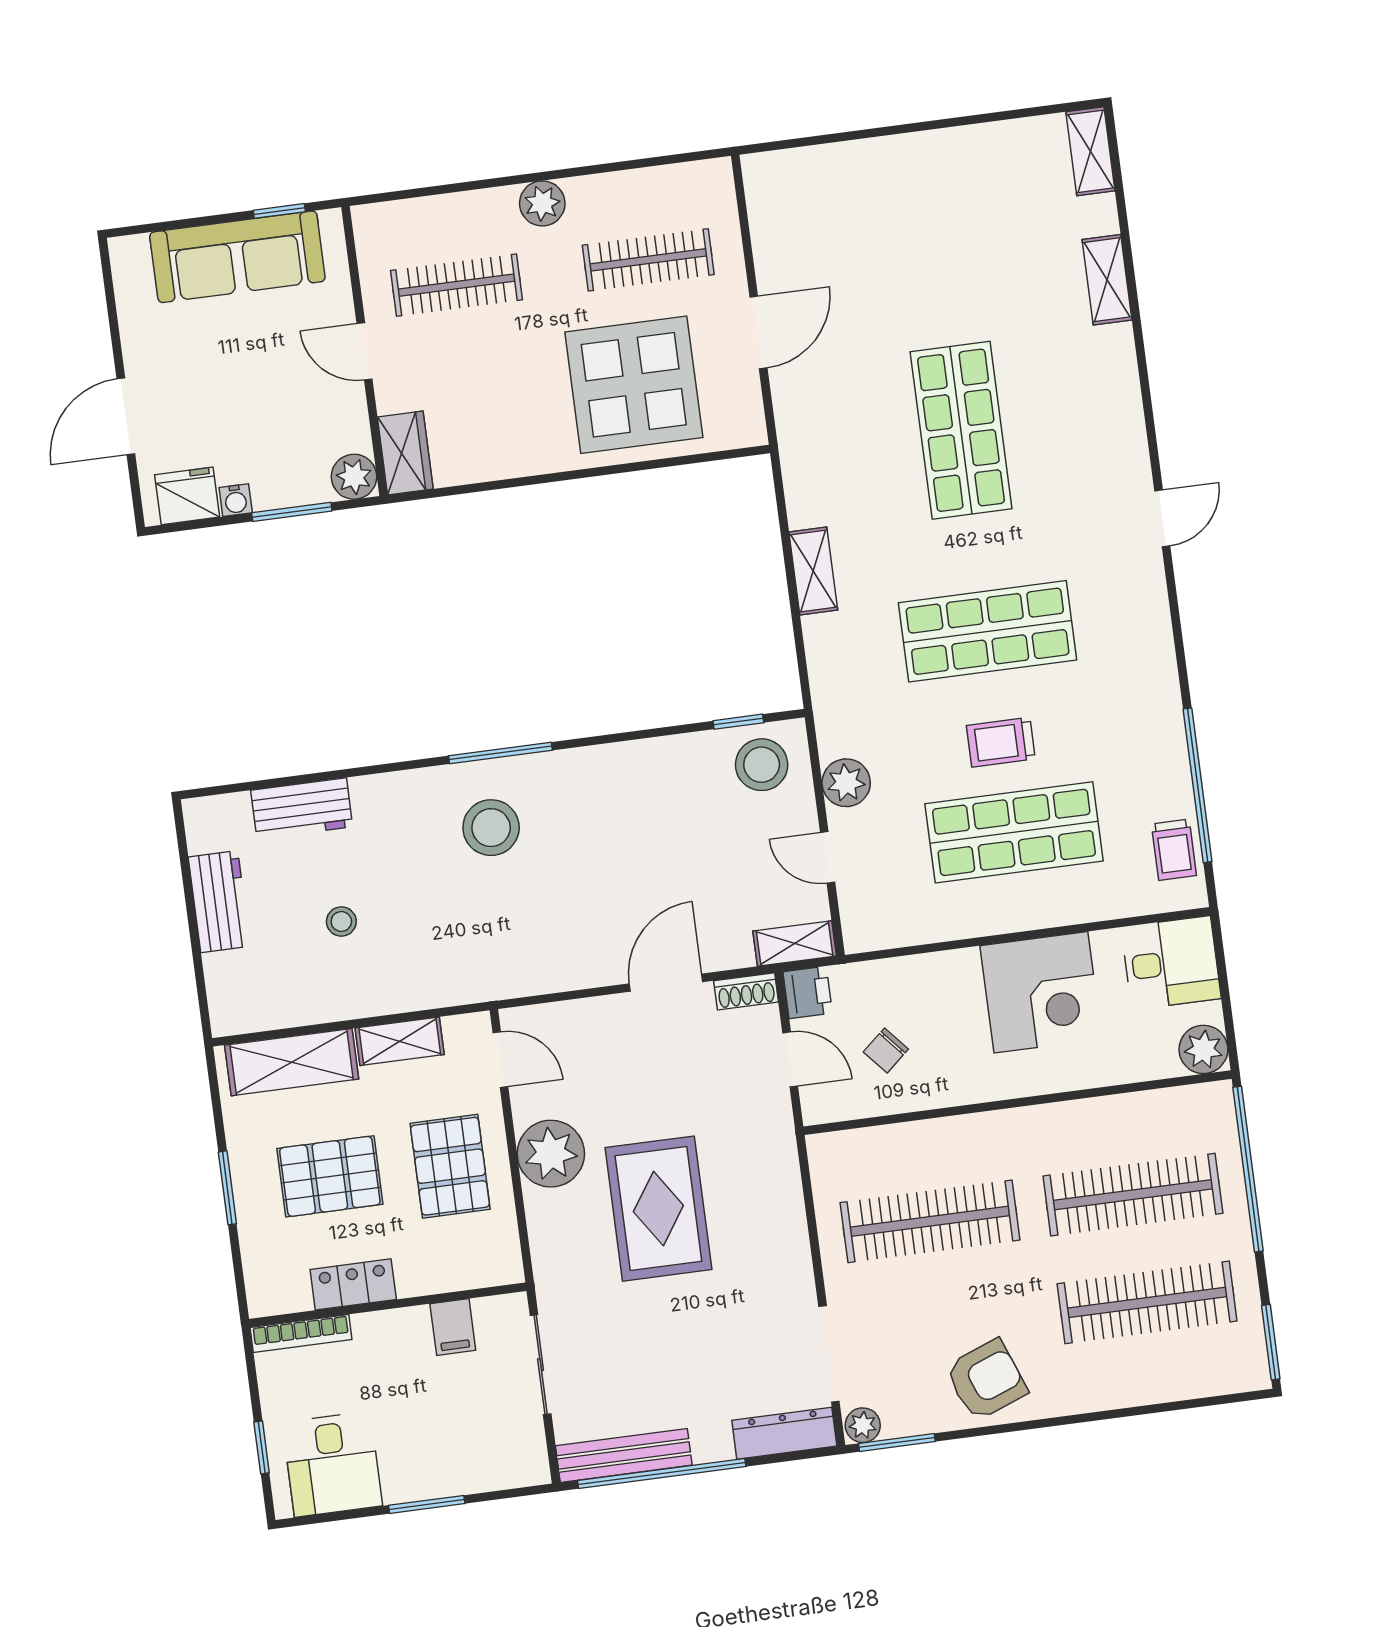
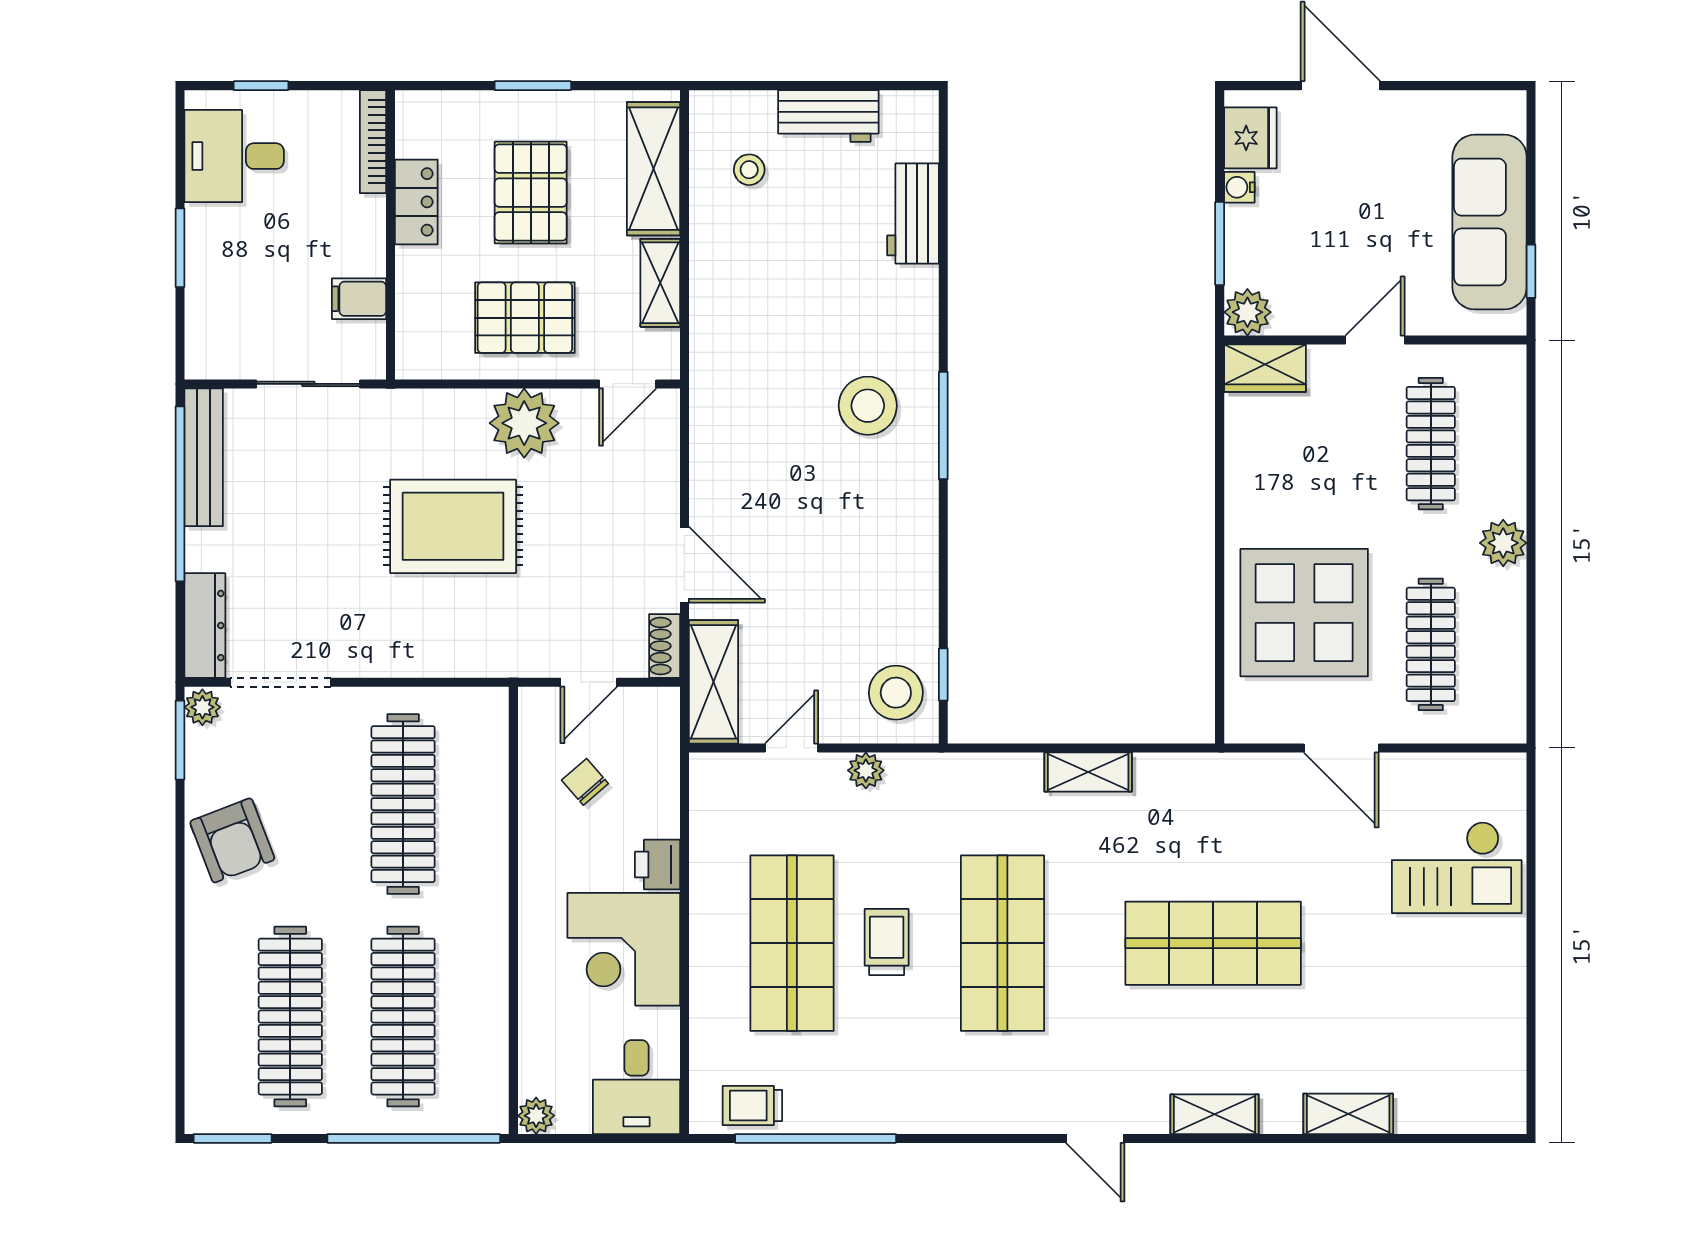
shelving: (1090, 151) -> (1215, 1114), moved
checkout: (858, 207) -> (1457, 867), added
plant: (846, 783) -> (866, 770), width x0.73, depth x0.73
stool: (341, 921) -> (749, 170), moved
shelving: (795, 943) -> (714, 682), width x1.50, depth x1.33
printer: (808, 992) -> (657, 865), moved, turned 90
plant: (1203, 1049) -> (536, 1116), width x0.73, depth x0.73

